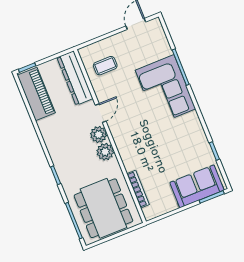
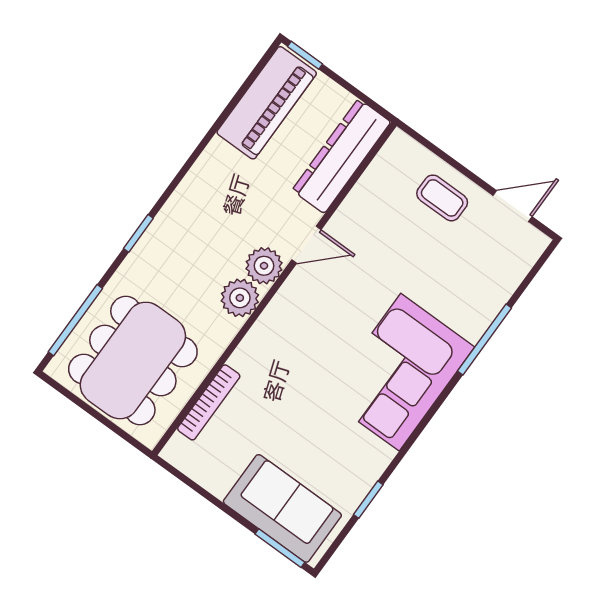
coffee table: (105, 66) -> (442, 198), moved
corner sofa: (165, 90) -> (400, 372), moved

